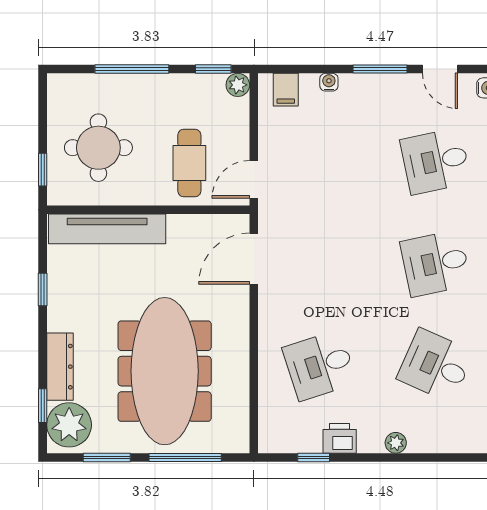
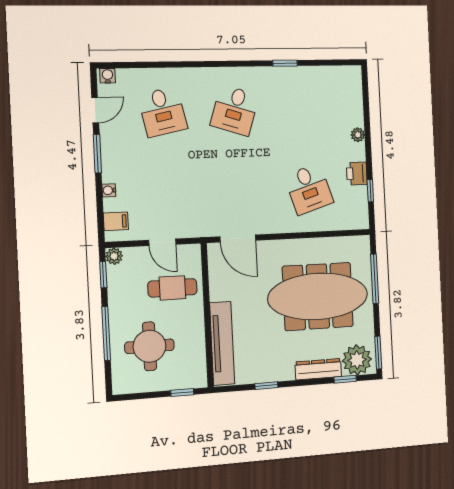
round table: (98, 148) -> (149, 346), moved
door: (254, 179) -> (162, 242), moved
desk: (436, 263) -> (235, 110), turned 30
desk: (436, 365) -> (305, 109), removed
window: (107, 457) -> (378, 353), moved

